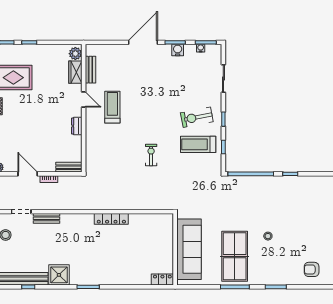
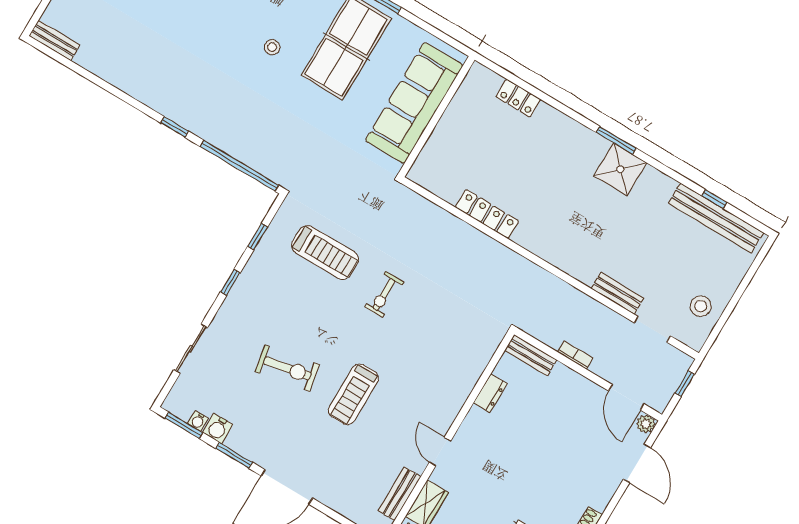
water cooler: (178, 50) -> (218, 429), moved
treadmill: (112, 107) -> (353, 394), moved
exercise bike: (197, 117) -> (287, 368), moved
dresser: (77, 126) -> (490, 393), moved
treadmill: (198, 144) -> (325, 252), moved
door: (28, 174) -> (626, 397), moved
locker: (111, 219) -> (487, 214), moved
shower: (59, 275) -> (620, 169), moved
locker: (162, 279) -> (518, 98), moved

